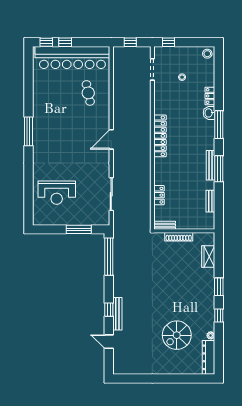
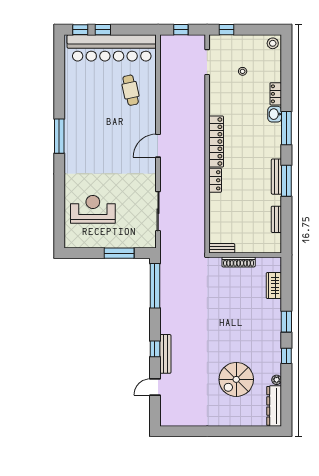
reception desk: (57, 193) -> (93, 209), turned 180
locker: (159, 195) -> (215, 180), moved
door: (109, 342) -> (155, 387), hinge flipped

